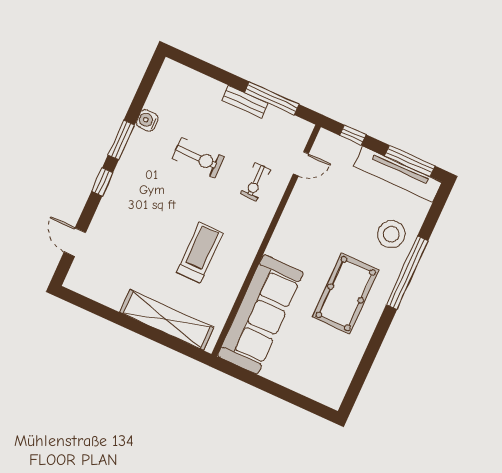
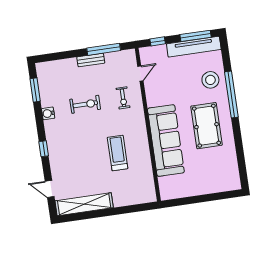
water cooler: (147, 120) -> (48, 113), moved
window: (121, 140) -> (35, 90), moved
sofa: (260, 314) -> (166, 141), moved
shelving: (167, 320) -> (84, 204), moved

